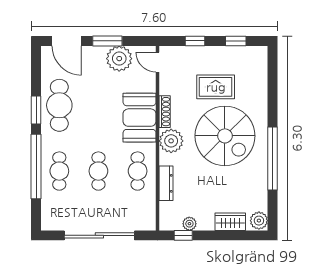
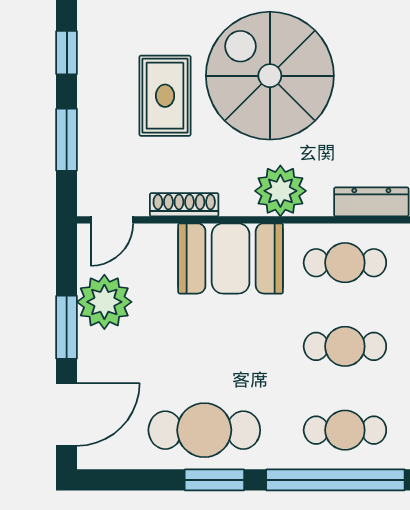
window: (195, 41) -> (67, 140), width x1.50
shoe rack: (165, 112) -> (184, 205), moved
spiral stairs: (225, 136) -> (270, 76), turned -90

